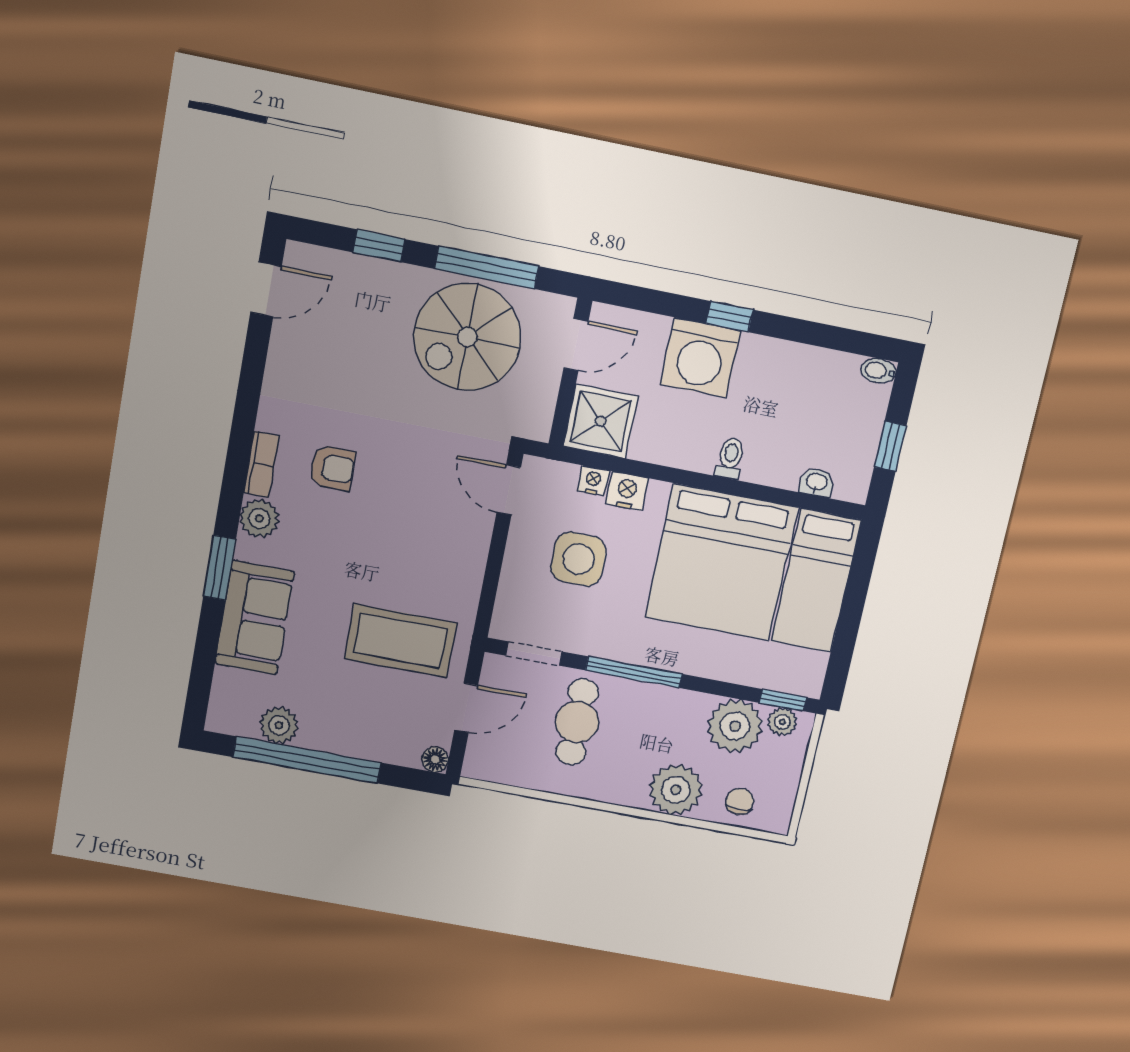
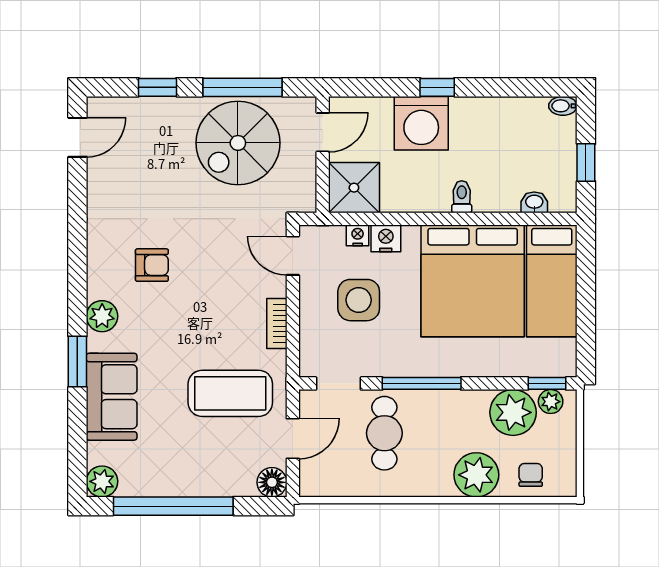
bookcase: (261, 464) -> (277, 324), moved, turned 180
plant: (279, 725) -> (102, 481), moved
floor lamp: (435, 760) -> (272, 482), width x1.37, depth x1.37

